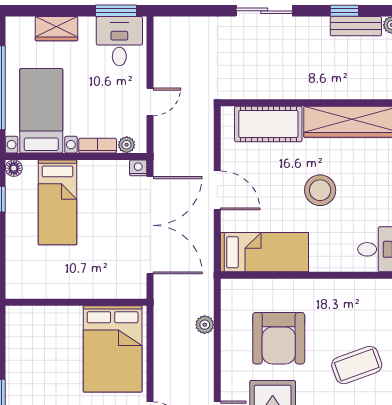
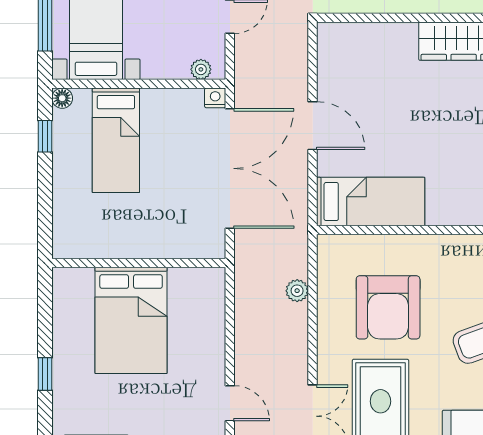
cot: (268, 124) -> (375, 44), removed
bookcase: (98, 146) -> (165, 70), removed
stool: (320, 190) -> (439, 125), removed
bed: (113, 349) -> (131, 320), moved

